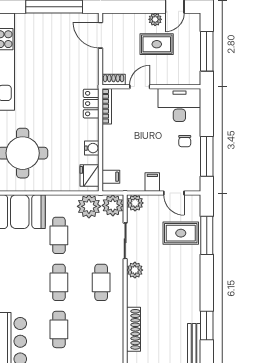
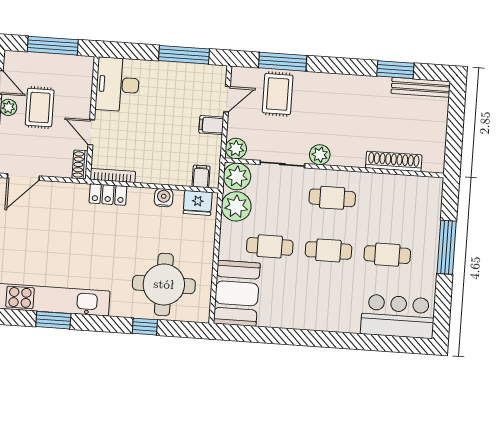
chair: (185, 141) -> (163, 81), removed

